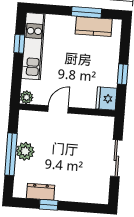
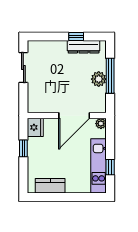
window: (86, 12) -> (57, 197), removed
door: (58, 109) -> (74, 116), width x1.88
sliding door: (116, 158) -> (23, 67), moved
dresser: (41, 192) -> (84, 47), width x1.44

